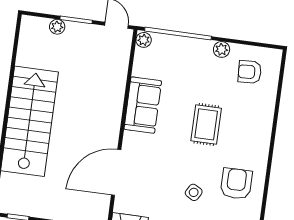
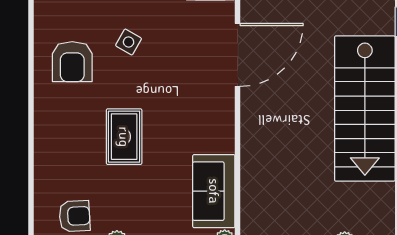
sofa: (143, 105) -> (214, 191), moved

